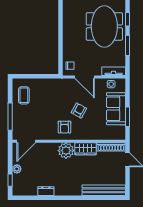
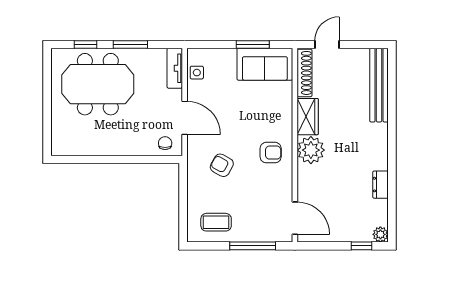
door: (85, 77) -> (185, 118), hinge flipped
sofa: (116, 109) -> (265, 64), moved
armchair: (79, 110) -> (222, 165), moved
plant: (17, 169) -> (380, 234), moved

